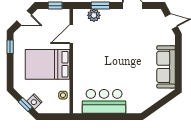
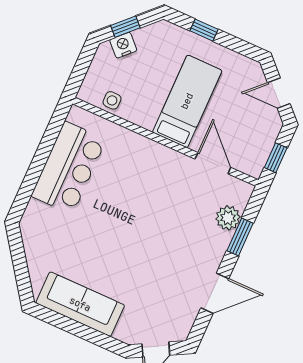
door: (24, 18) -> (279, 93), hinge flipped
window: (10, 47) -> (204, 30), moved
bed: (47, 64) -> (187, 101), width x0.67

